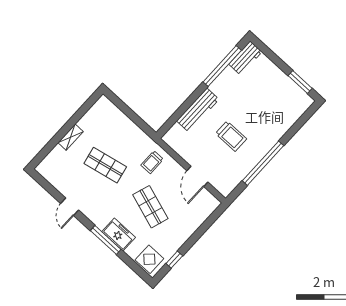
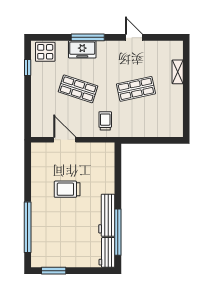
workbench: (198, 110) -> (107, 215), moved
shelving: (71, 137) -> (178, 72), moved
window: (263, 163) -> (28, 227), moved

